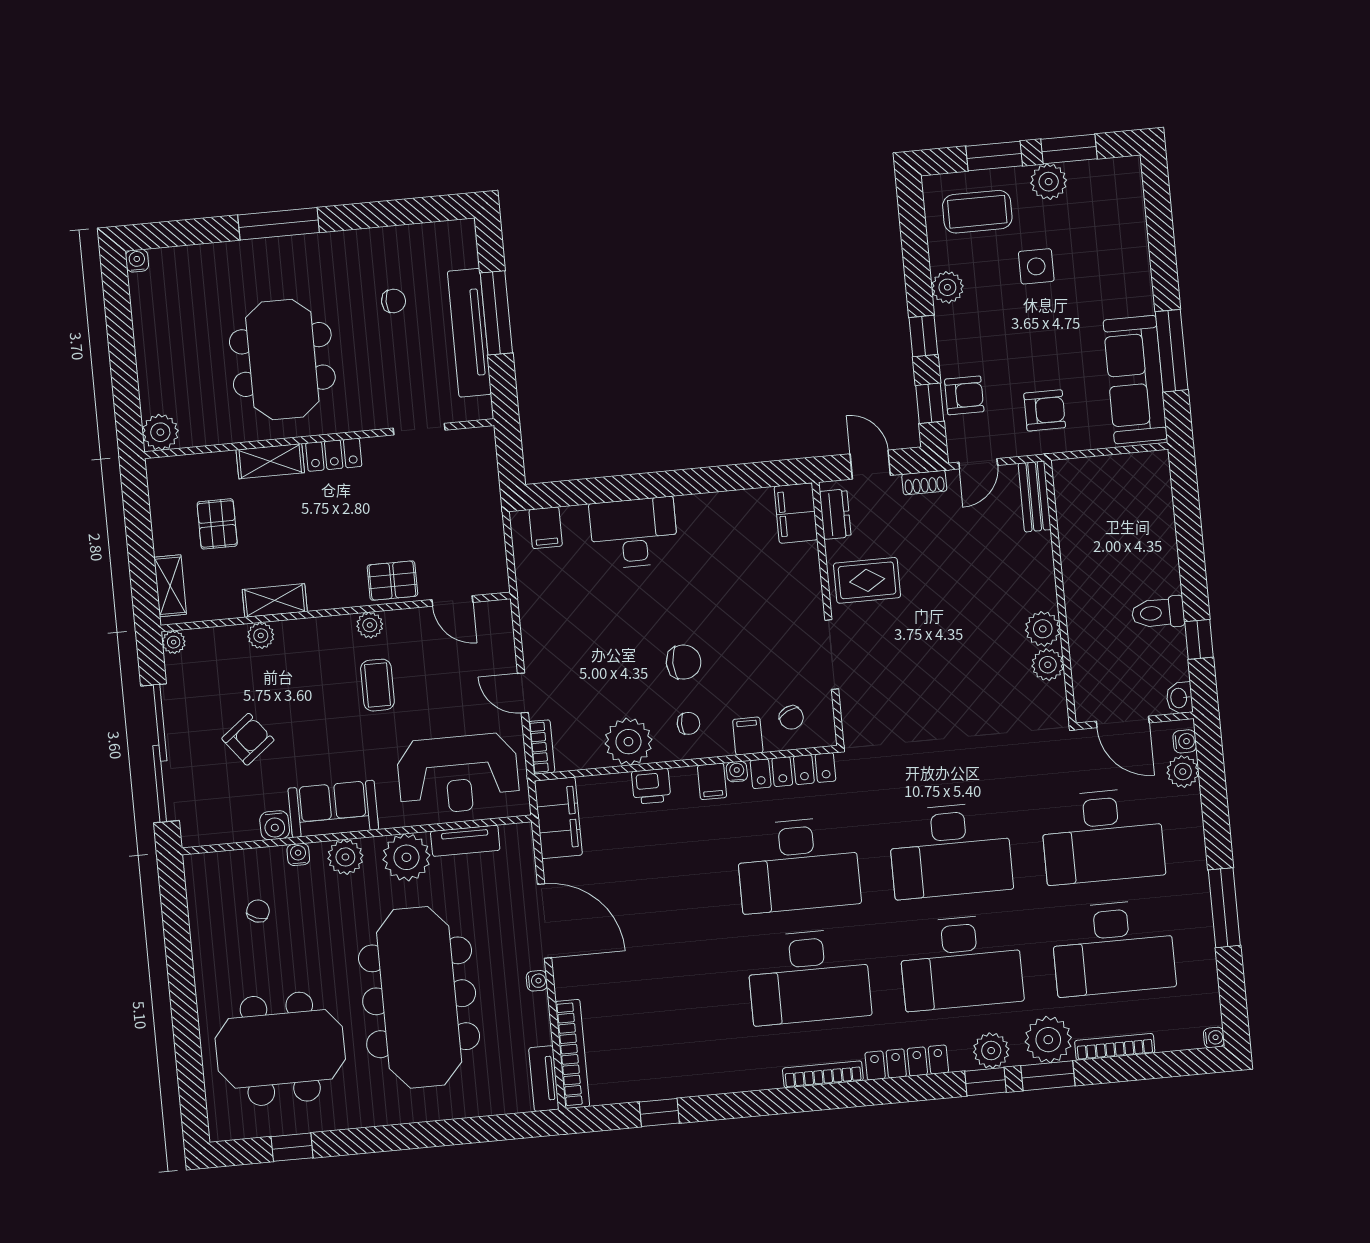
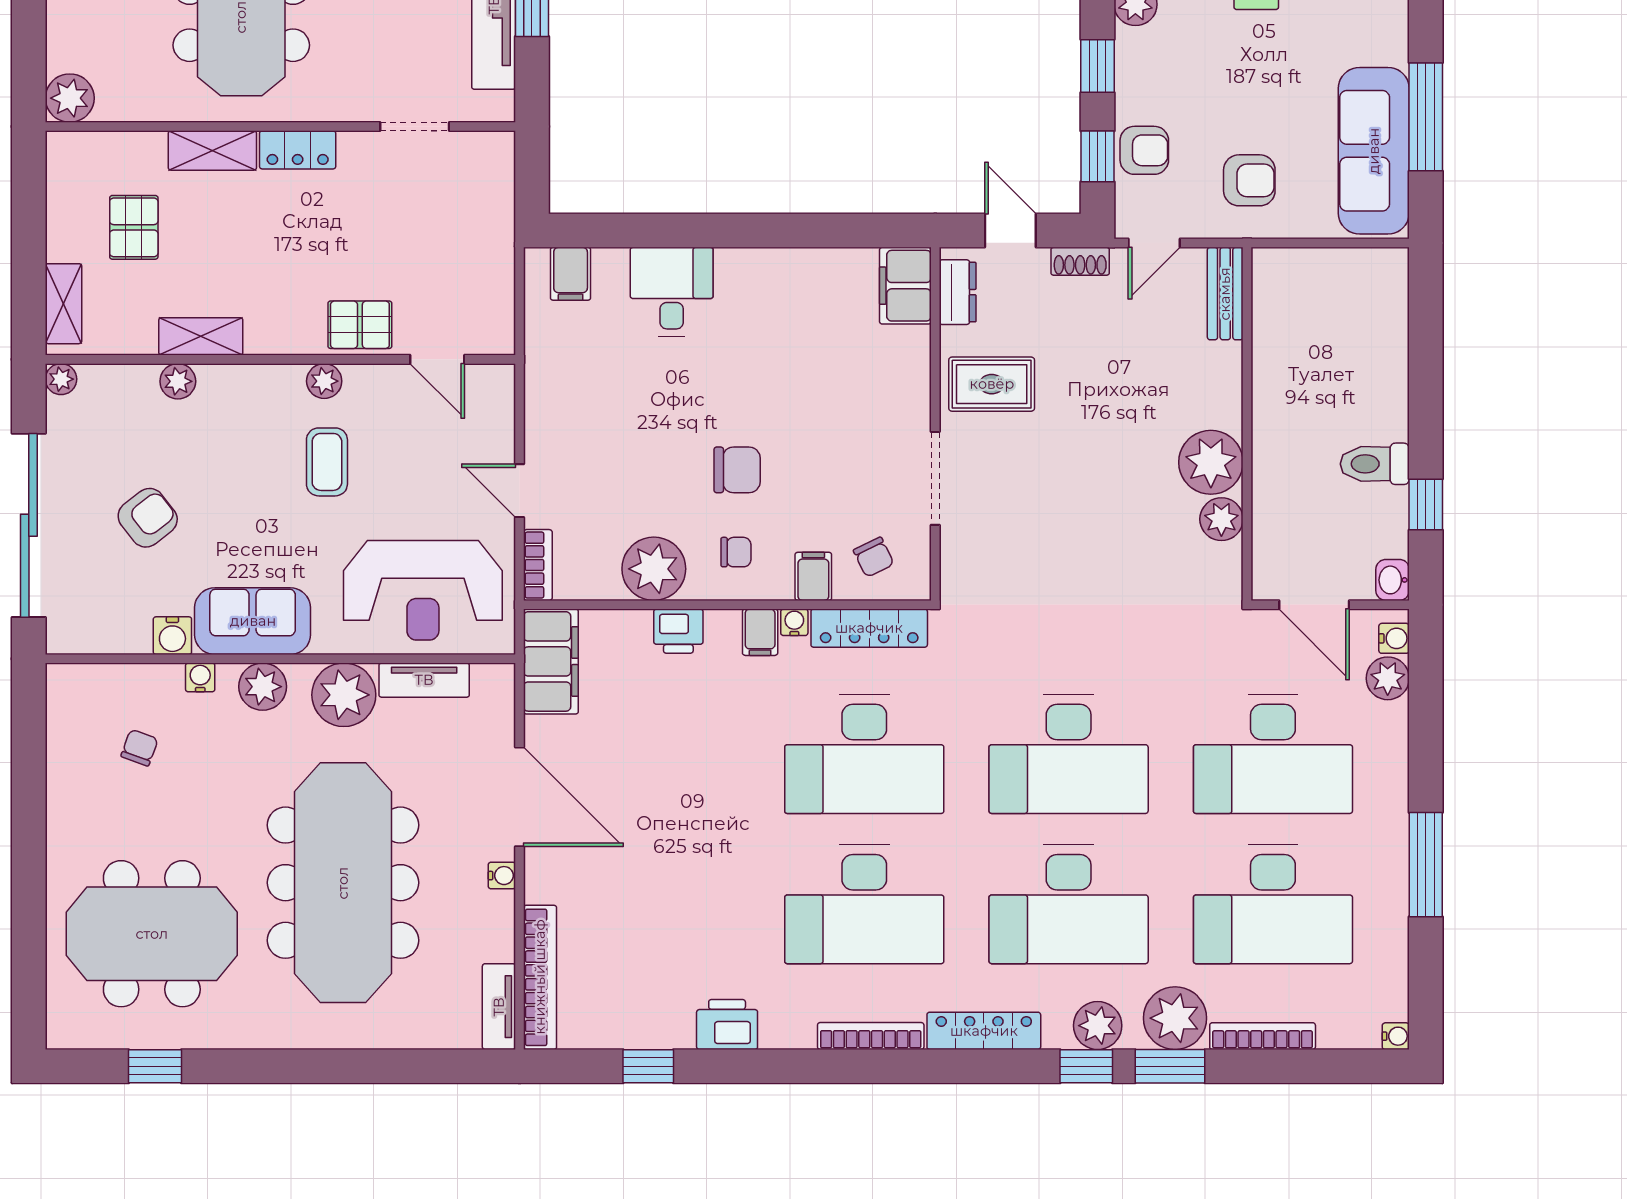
desk: (634, 533) -> (672, 292), width x0.73
plant: (1043, 629) -> (1211, 462), width x1.36, depth x1.36
printer: (715, 1076) -> (727, 1025), added

